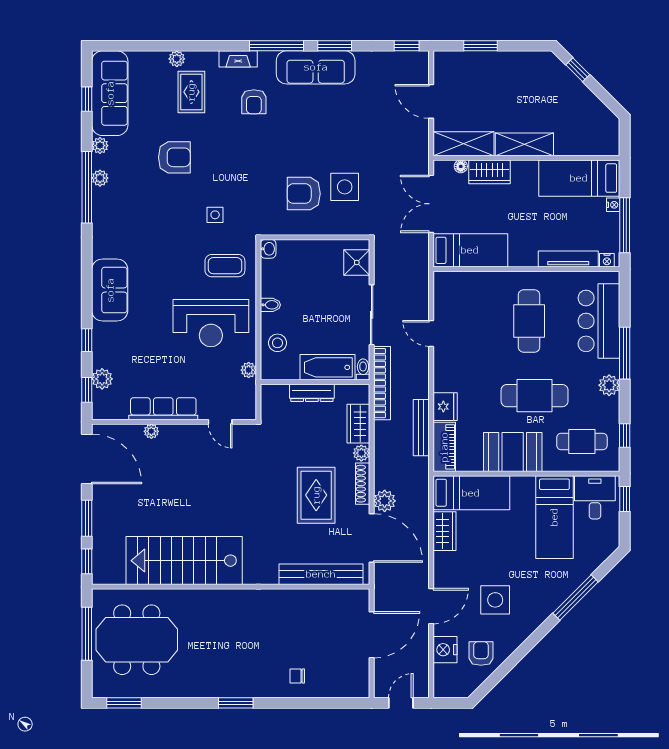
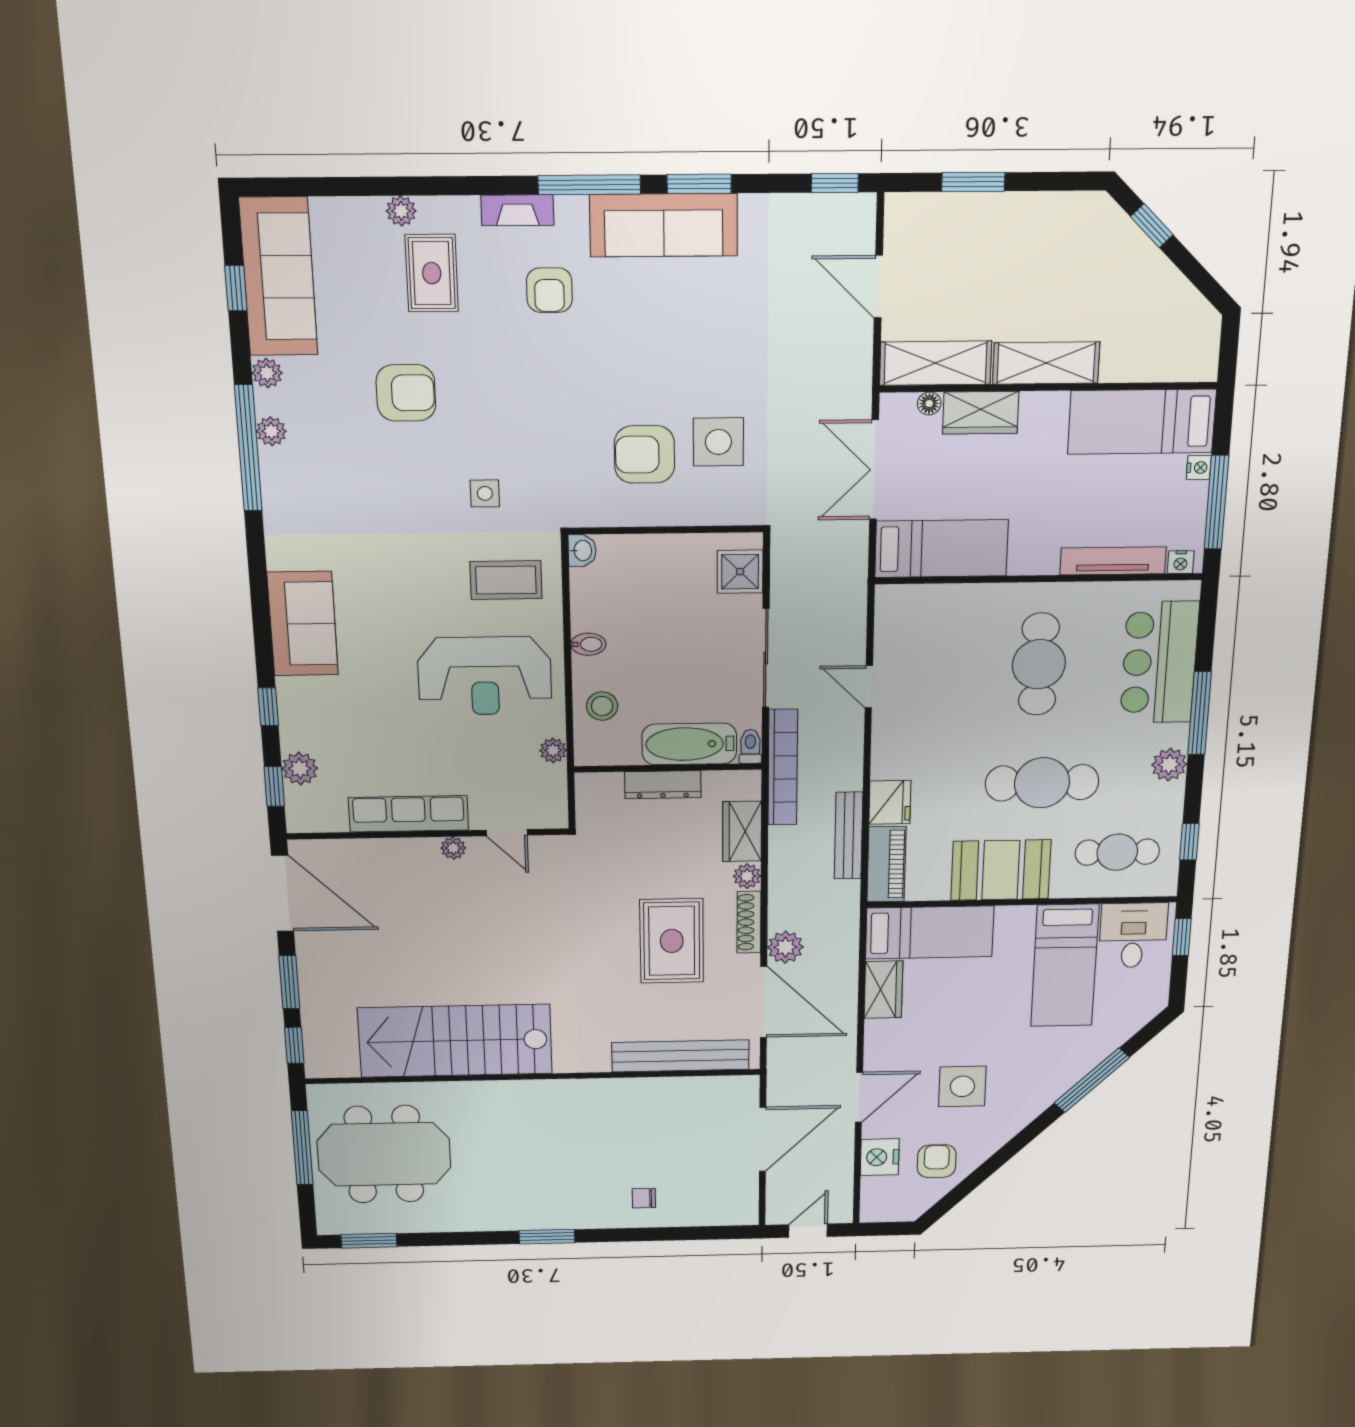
plant: (151, 431) -> (453, 848), moved

